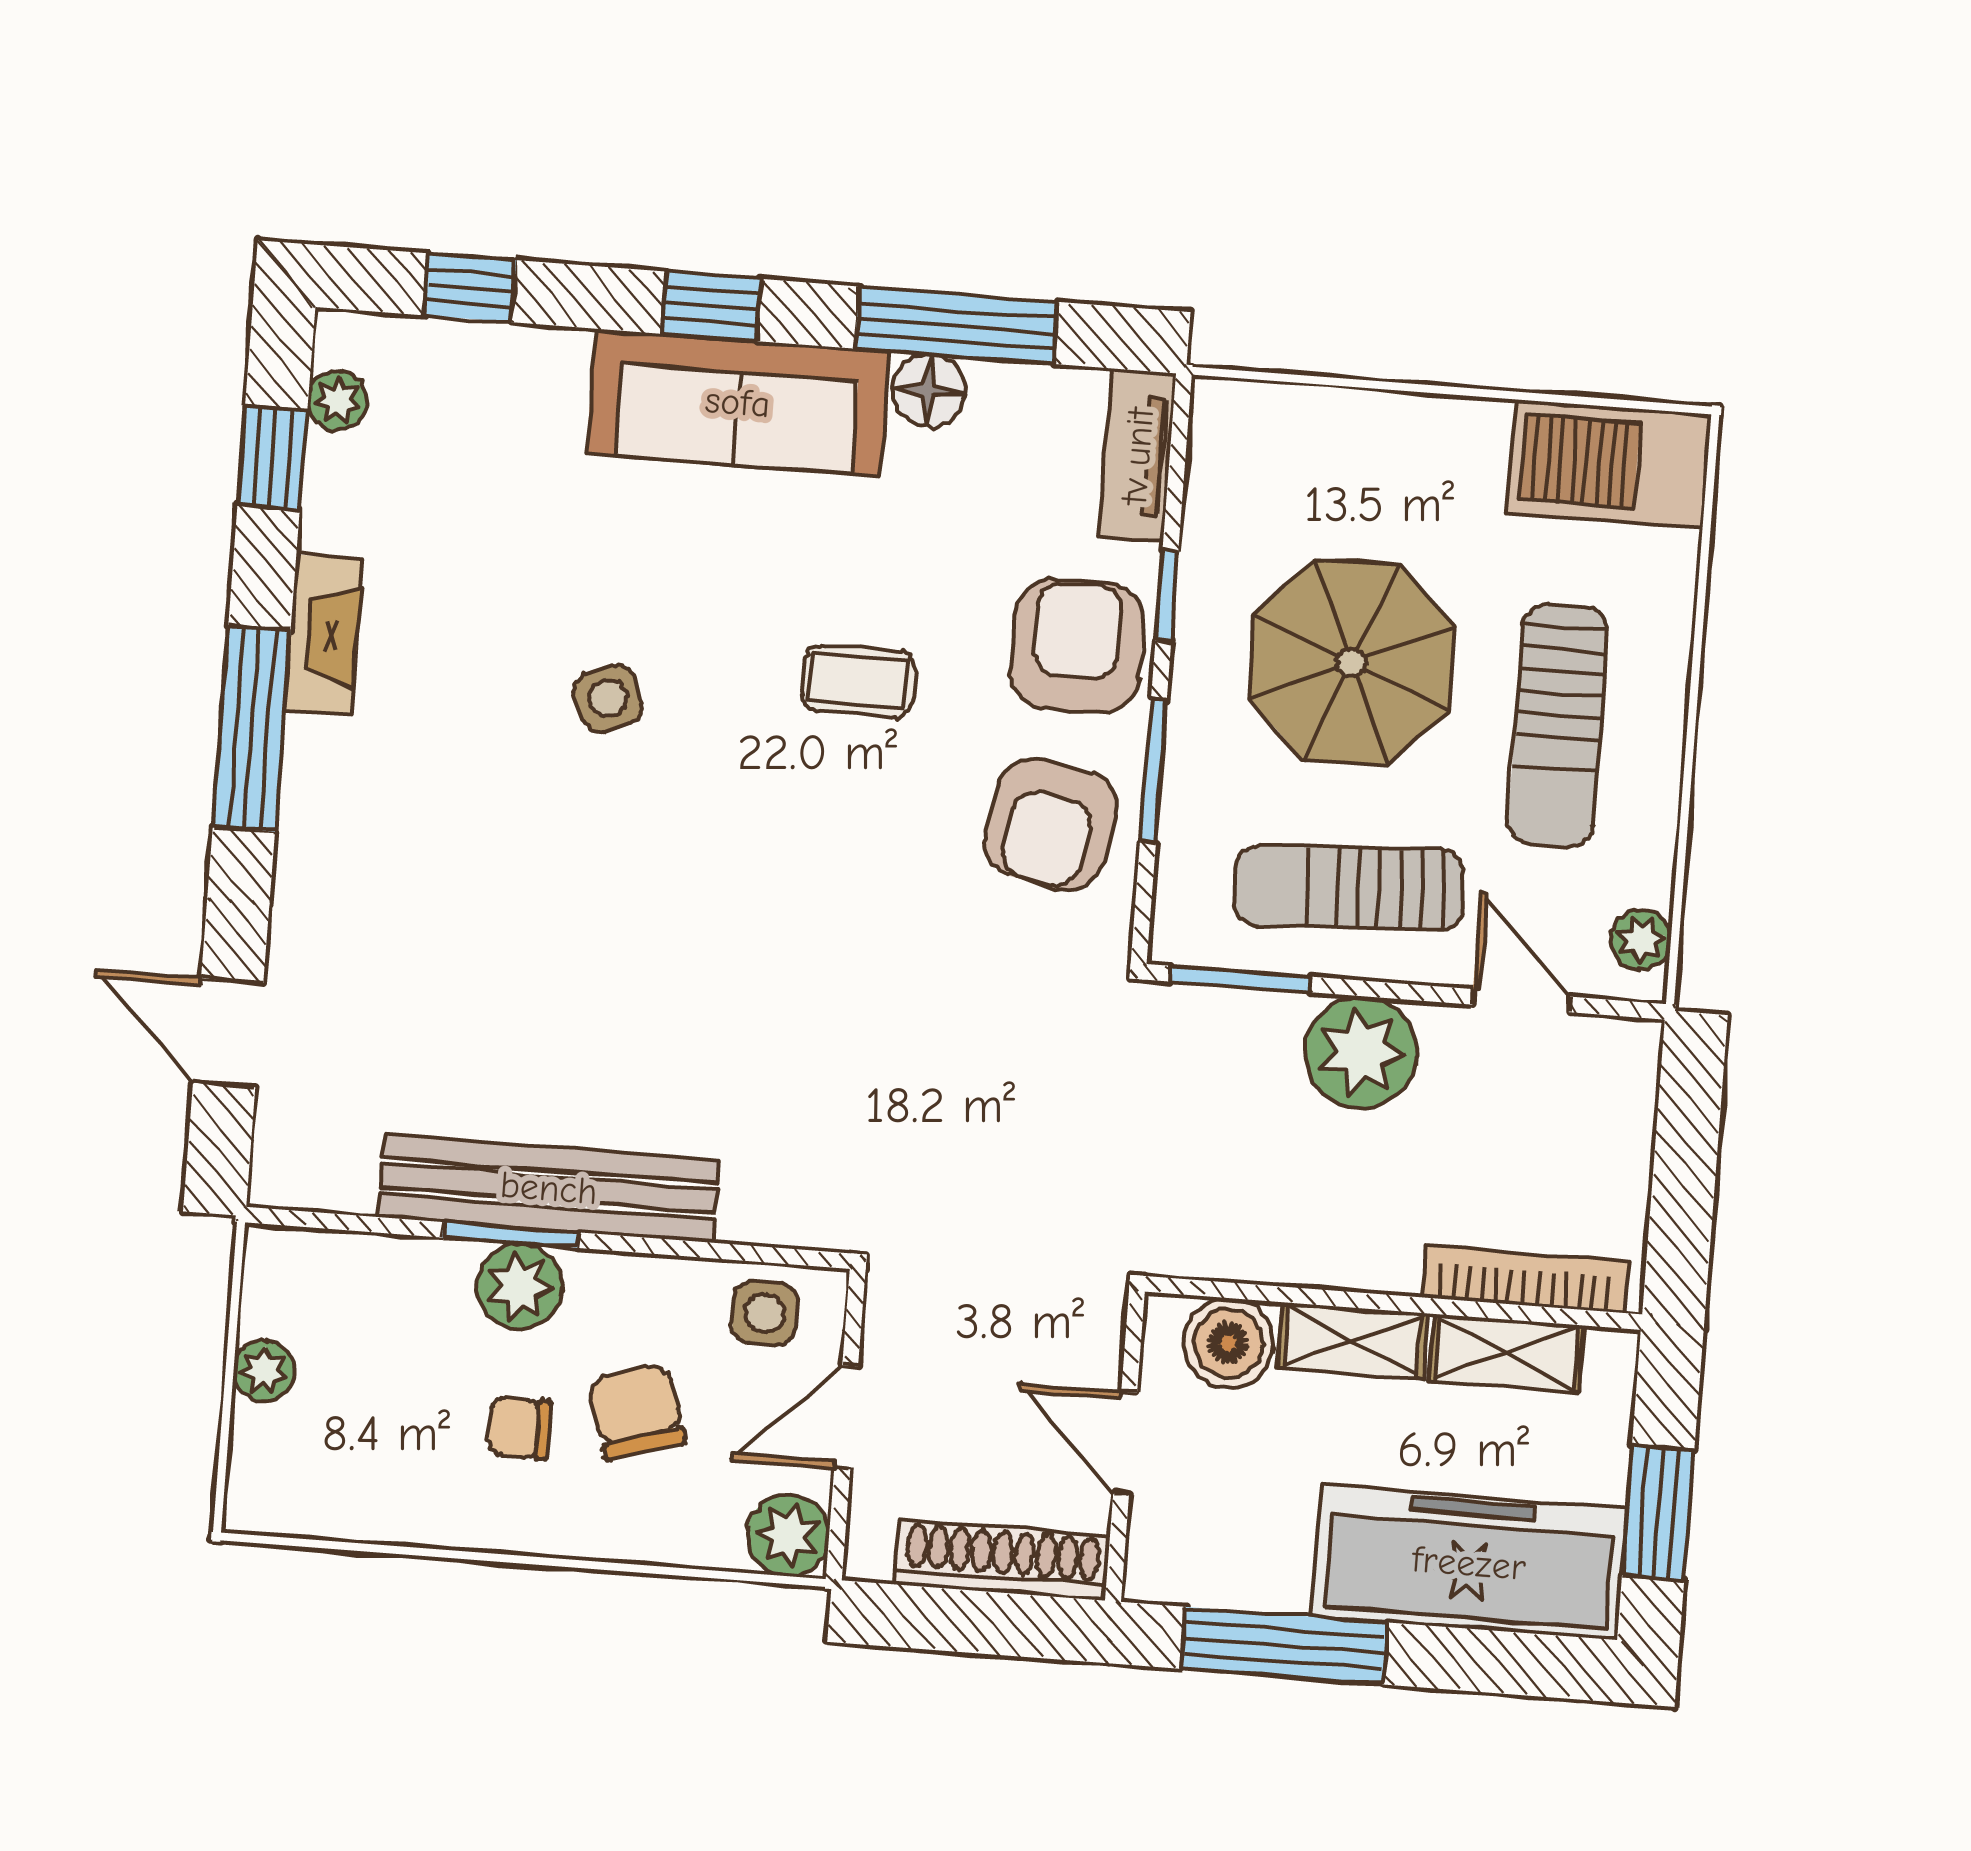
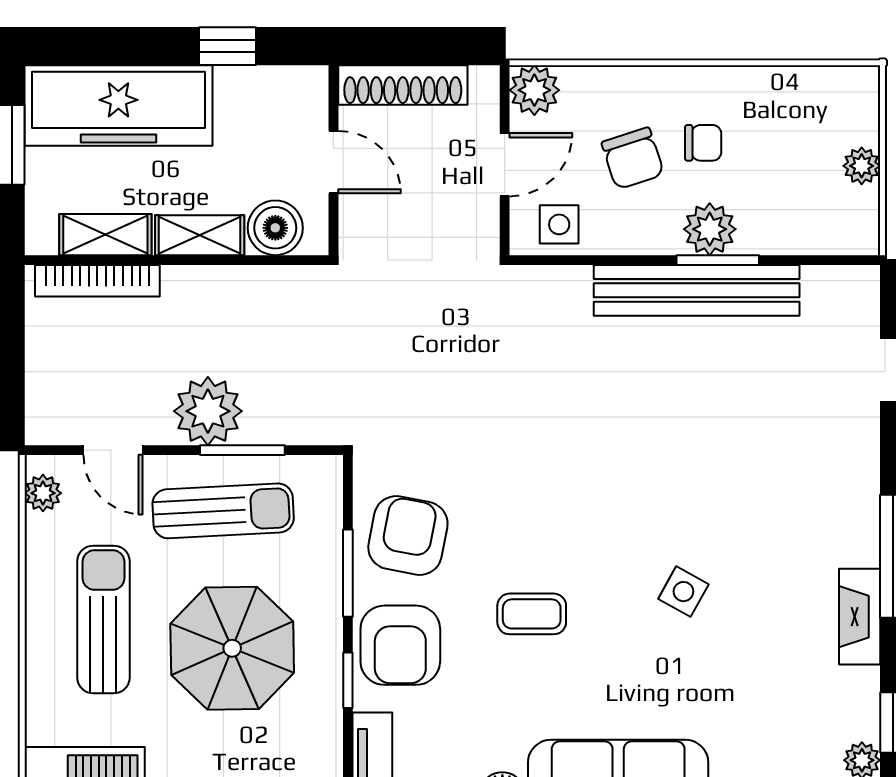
side table: (608, 698) -> (683, 592), turned -38
window: (1240, 979) -> (242, 450), moved
window: (1284, 1646) -> (227, 46), width x0.46

